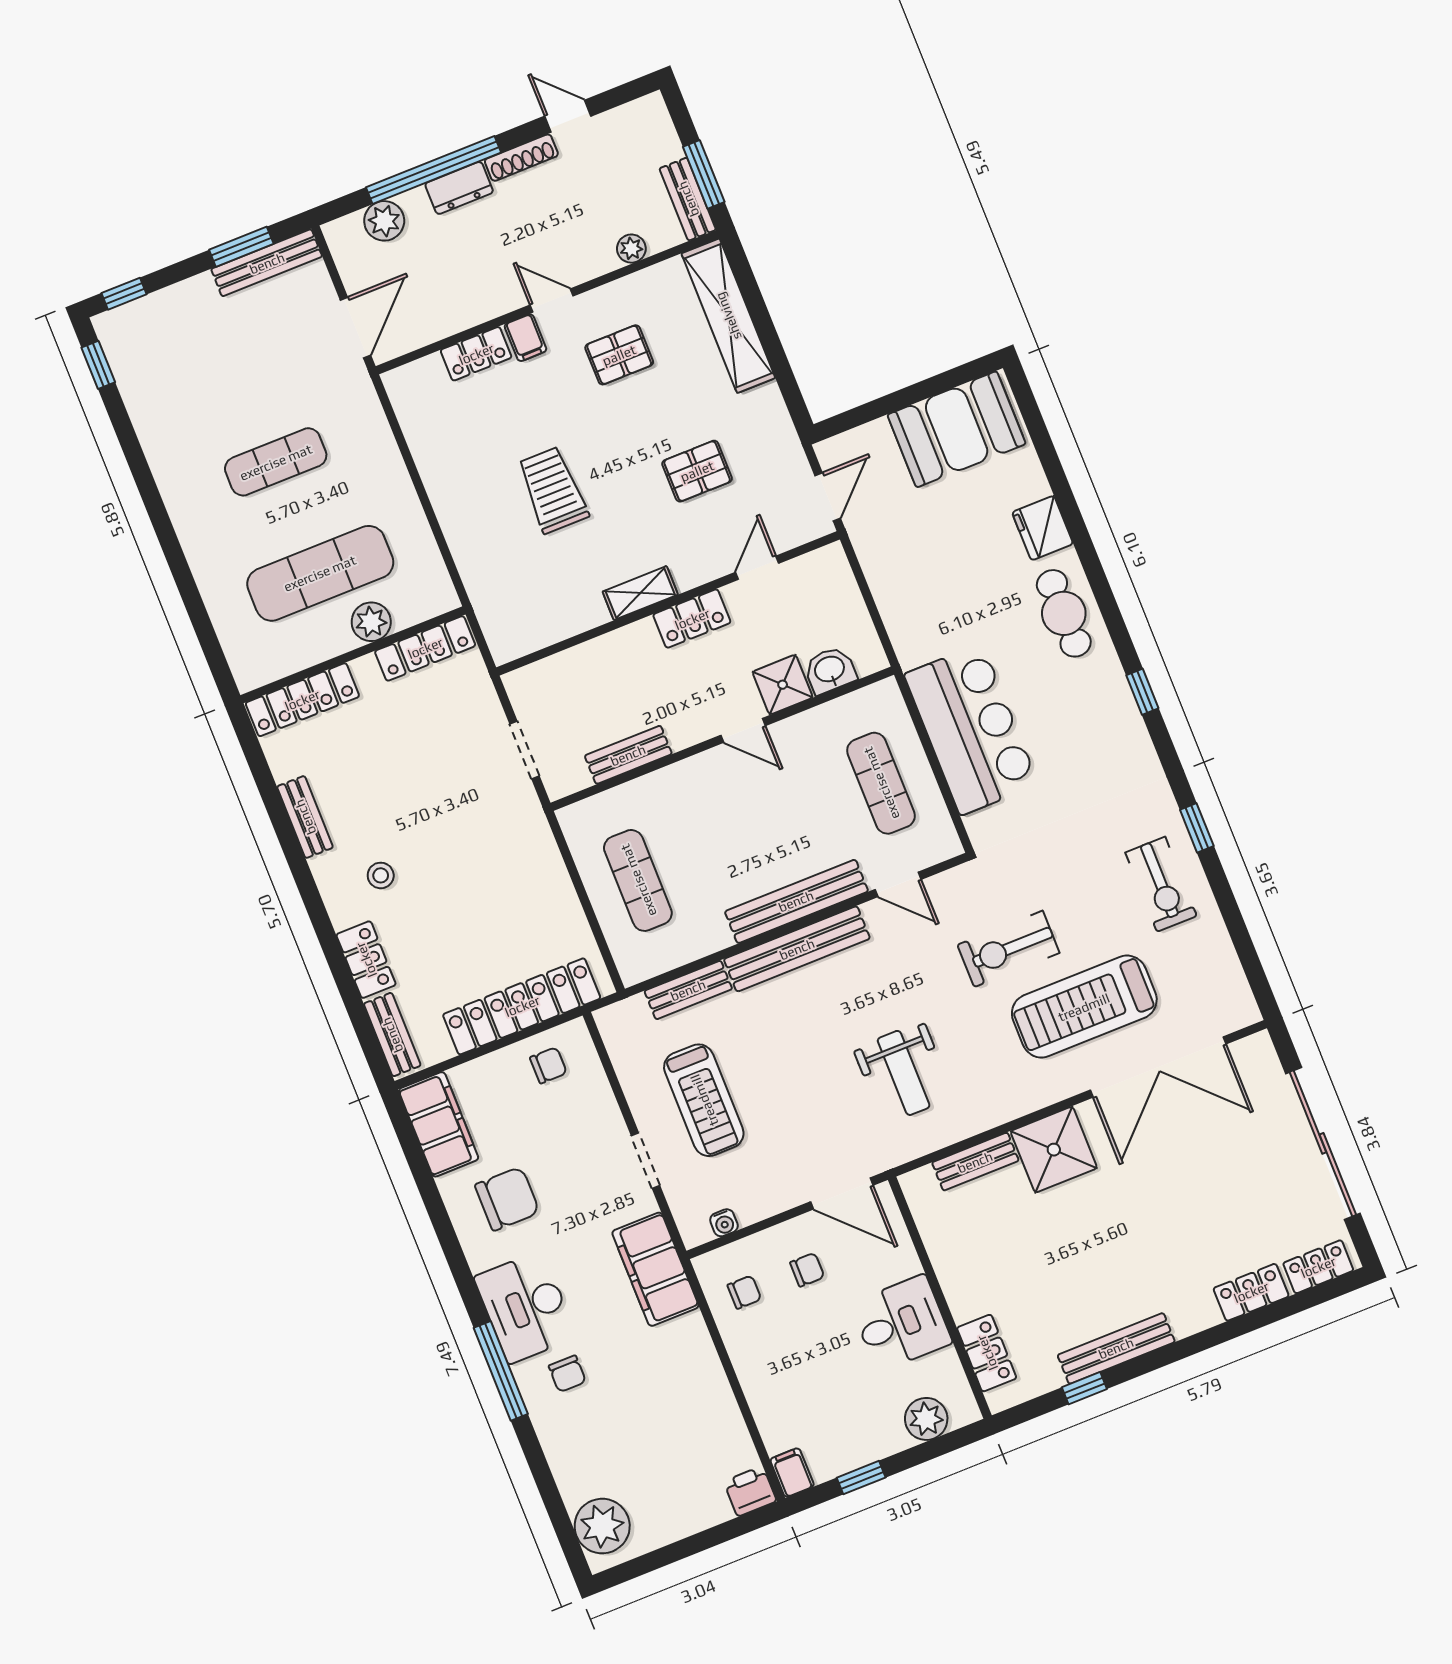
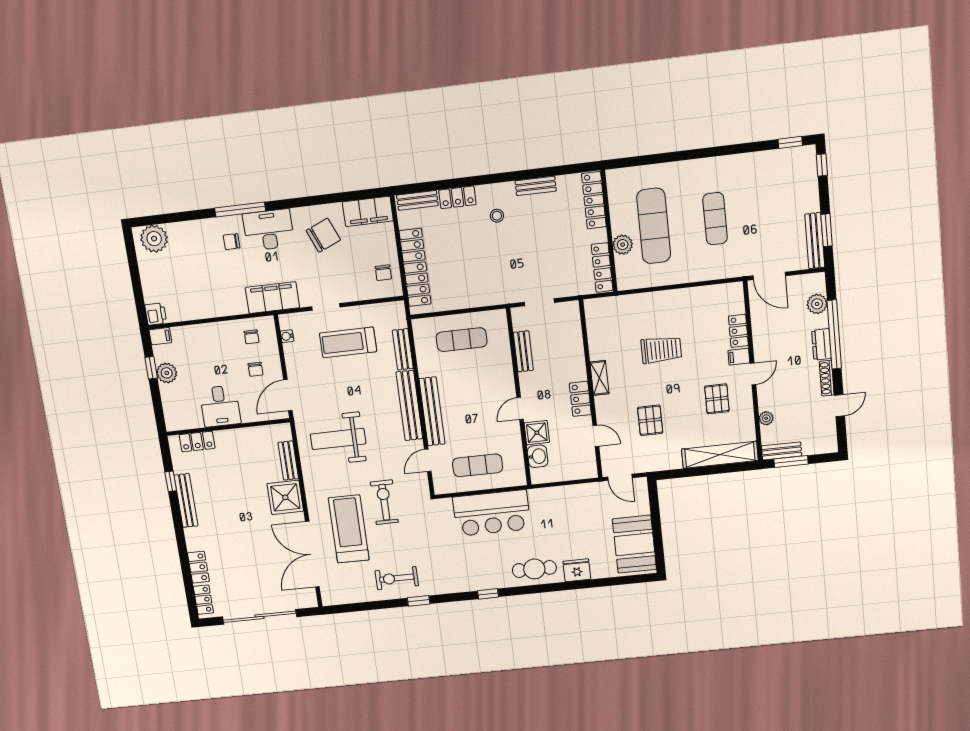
weight bench: (904, 1073) -> (338, 439), width x1.36, depth x1.33
chair: (507, 1199) -> (323, 235), turned -113
plant: (926, 1419) -> (167, 373), moved

